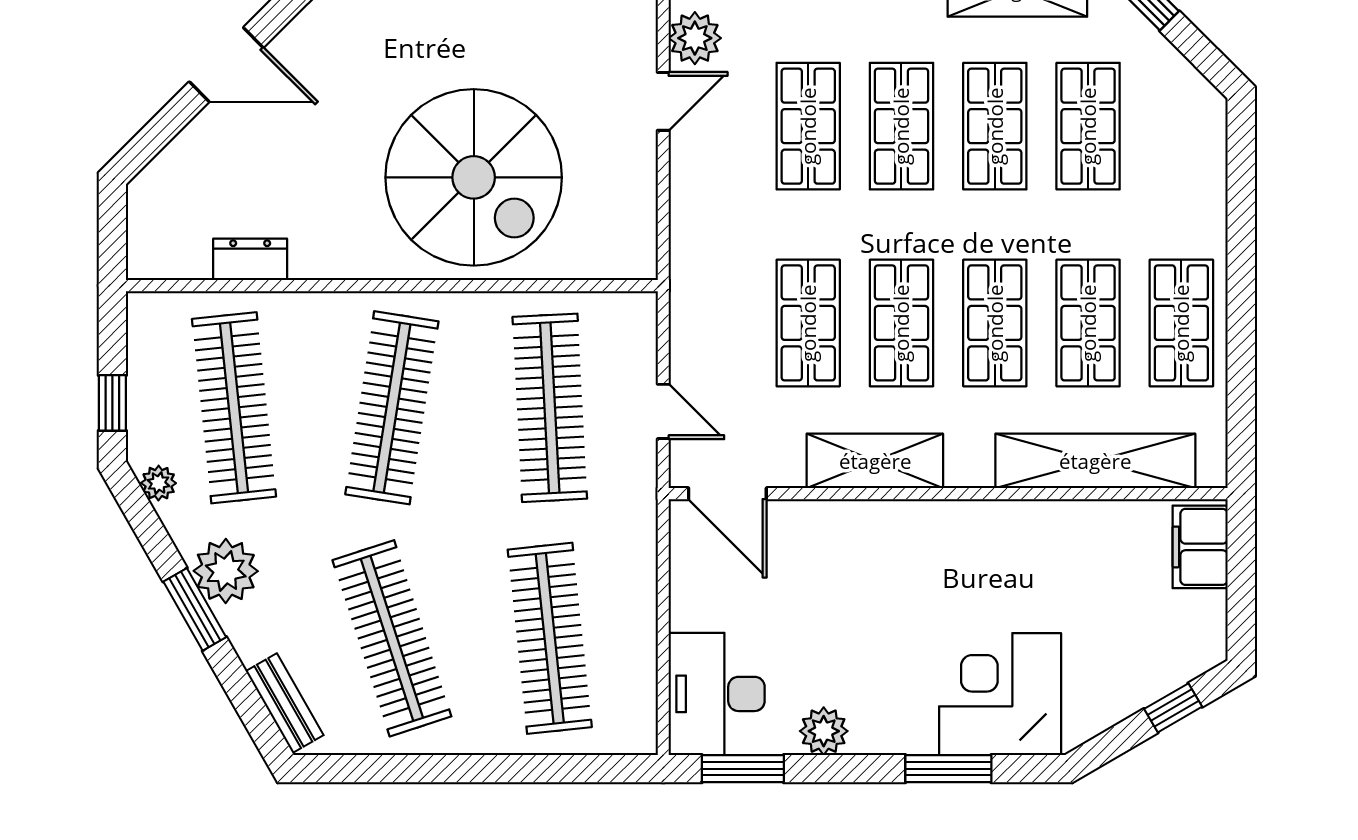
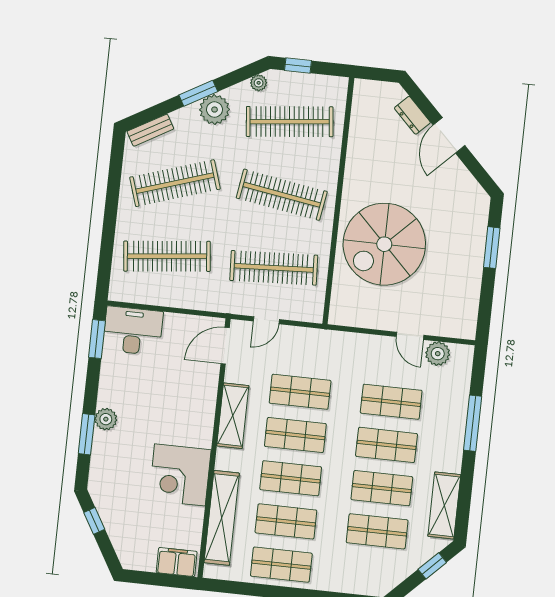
dresser: (250, 259) -> (412, 115), moved, turned 135
corner desk: (1000, 694) -> (180, 475), moved, turned 180
window: (1173, 708) -> (94, 521), moved
plant: (824, 731) -> (106, 419), moved

